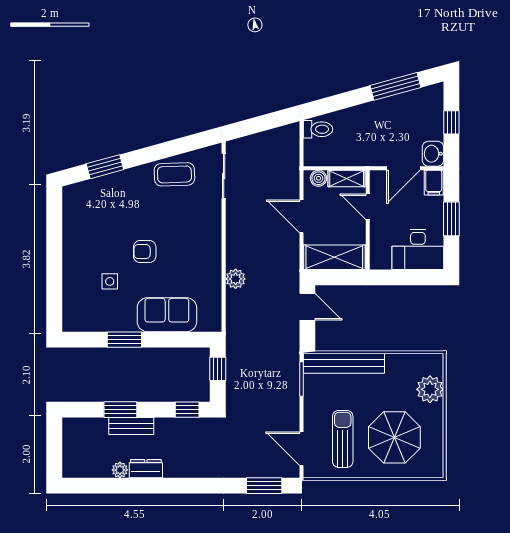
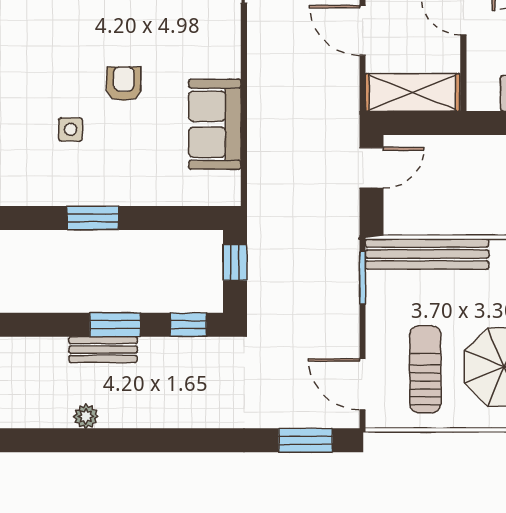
armchair: (145, 252) -> (124, 84), turned 90
plant: (236, 279) -> (262, 125), removed
door: (307, 307) -> (371, 168), hinge flipped
sofa: (167, 315) -> (215, 124), moved, turned -90
window: (120, 410) -> (115, 325), moved
dresser: (146, 469) -> (126, 414), removed

